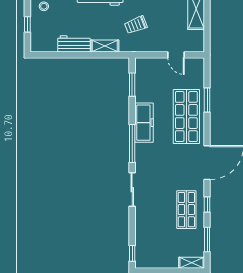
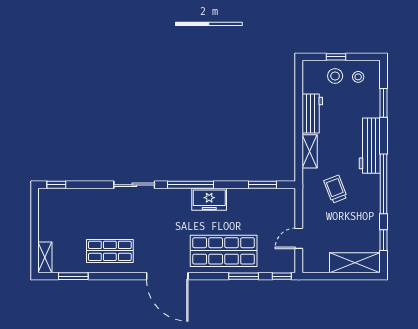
stool: (43, 25) -> (335, 76), added
freezer: (144, 123) -> (209, 199), width x0.71
window: (207, 204) -> (282, 276), moved

